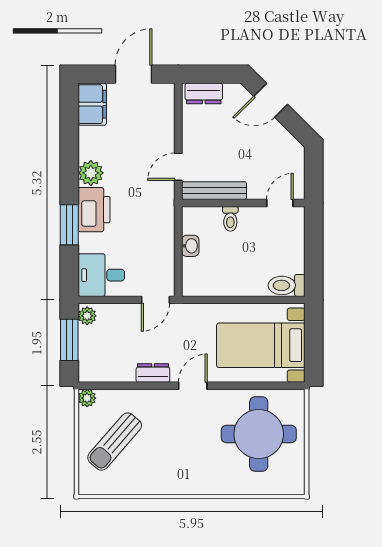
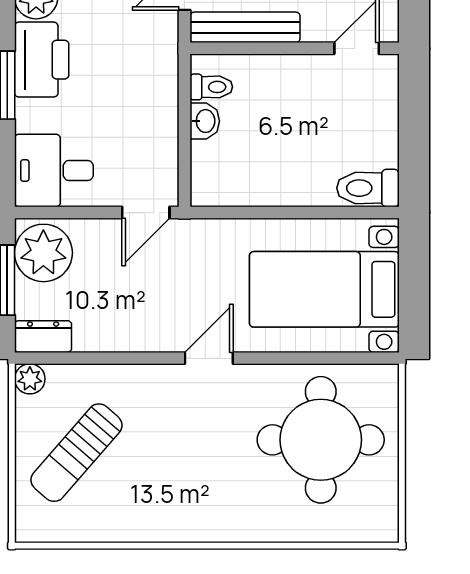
toilet: (230, 219) -> (211, 87), moved, turned -90
plant: (87, 316) -> (43, 253), width x1.87, depth x1.87
dresser: (153, 373) -> (43, 337), moved

